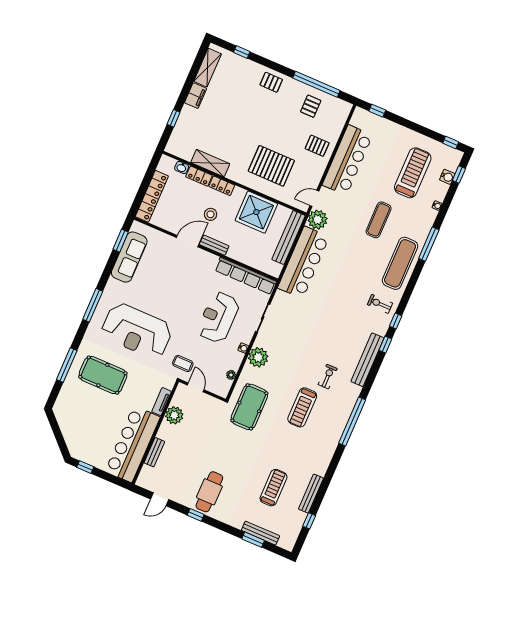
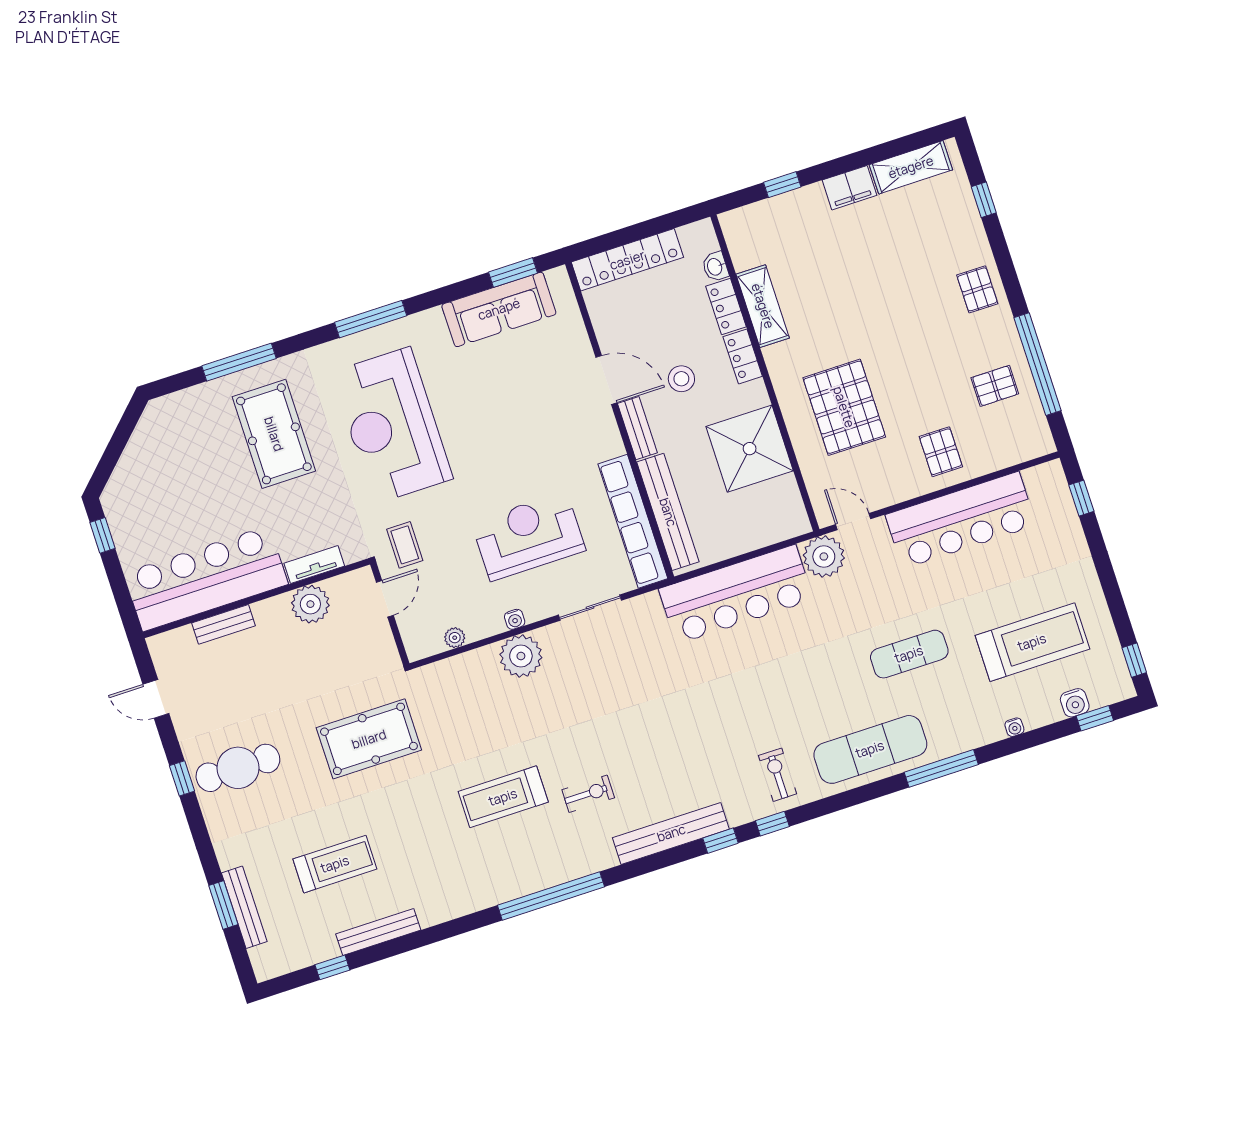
bench: (288, 238) -> (668, 512), moved, turned 90
pool table: (249, 407) -> (369, 739), moved

